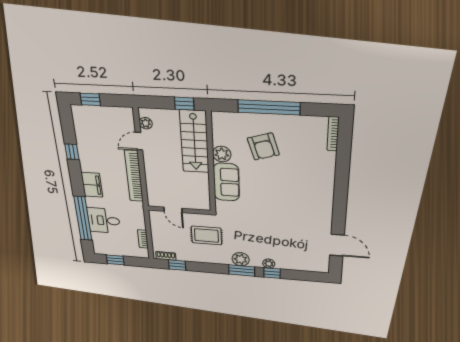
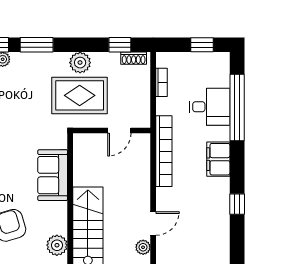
plant: (222, 154) -> (57, 245), moved
bookcase: (134, 176) -> (164, 151), moved
door: (173, 210) -> (119, 130), swing flipped
rug: (206, 235) -> (80, 95), width x1.36, depth x1.43
plant: (241, 259) -> (80, 63), moved

